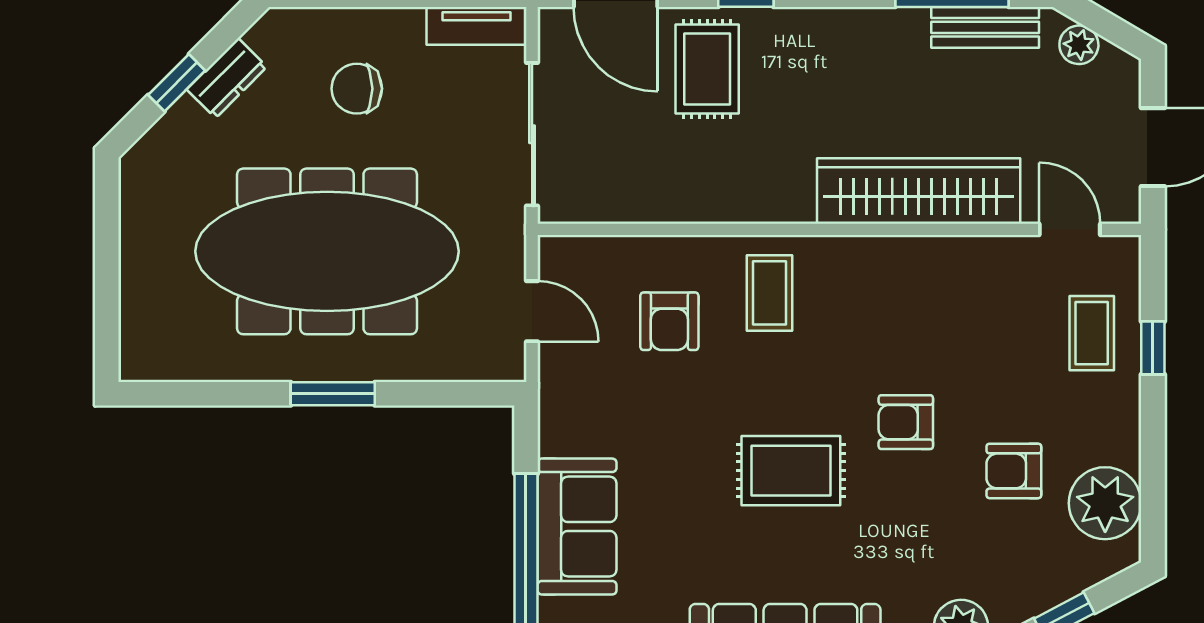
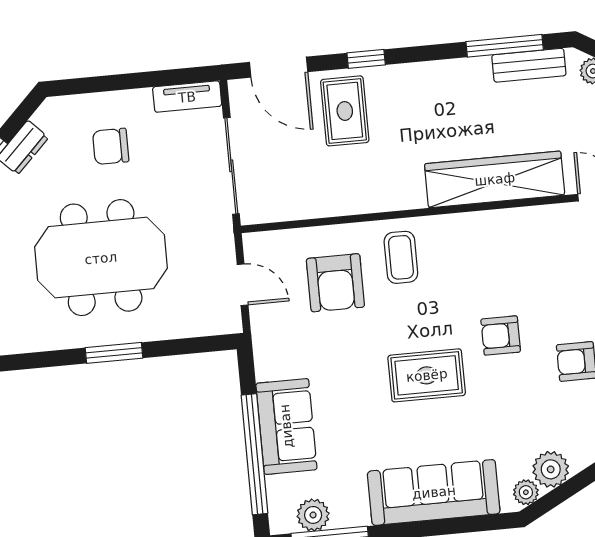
meeting table: (327, 251) -> (101, 258), width x0.73
armchair: (669, 321) -> (335, 283), width x1.38, depth x1.38

